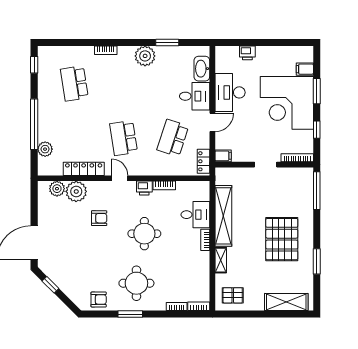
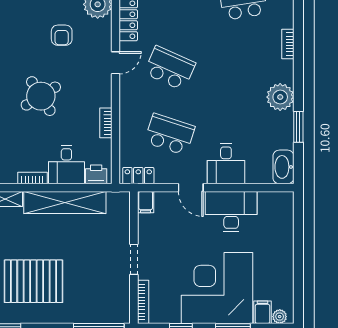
printer: (247, 53) -> (284, 235), removed
plant: (308, 56) -> (280, 317), added
washbasin: (202, 69) -> (283, 167), moved, turned -90
school desk: (124, 138) -> (170, 68), turned 33
printer: (144, 188) -> (96, 174), moved, turned 90
round table: (144, 234) -> (41, 96), turned -32

